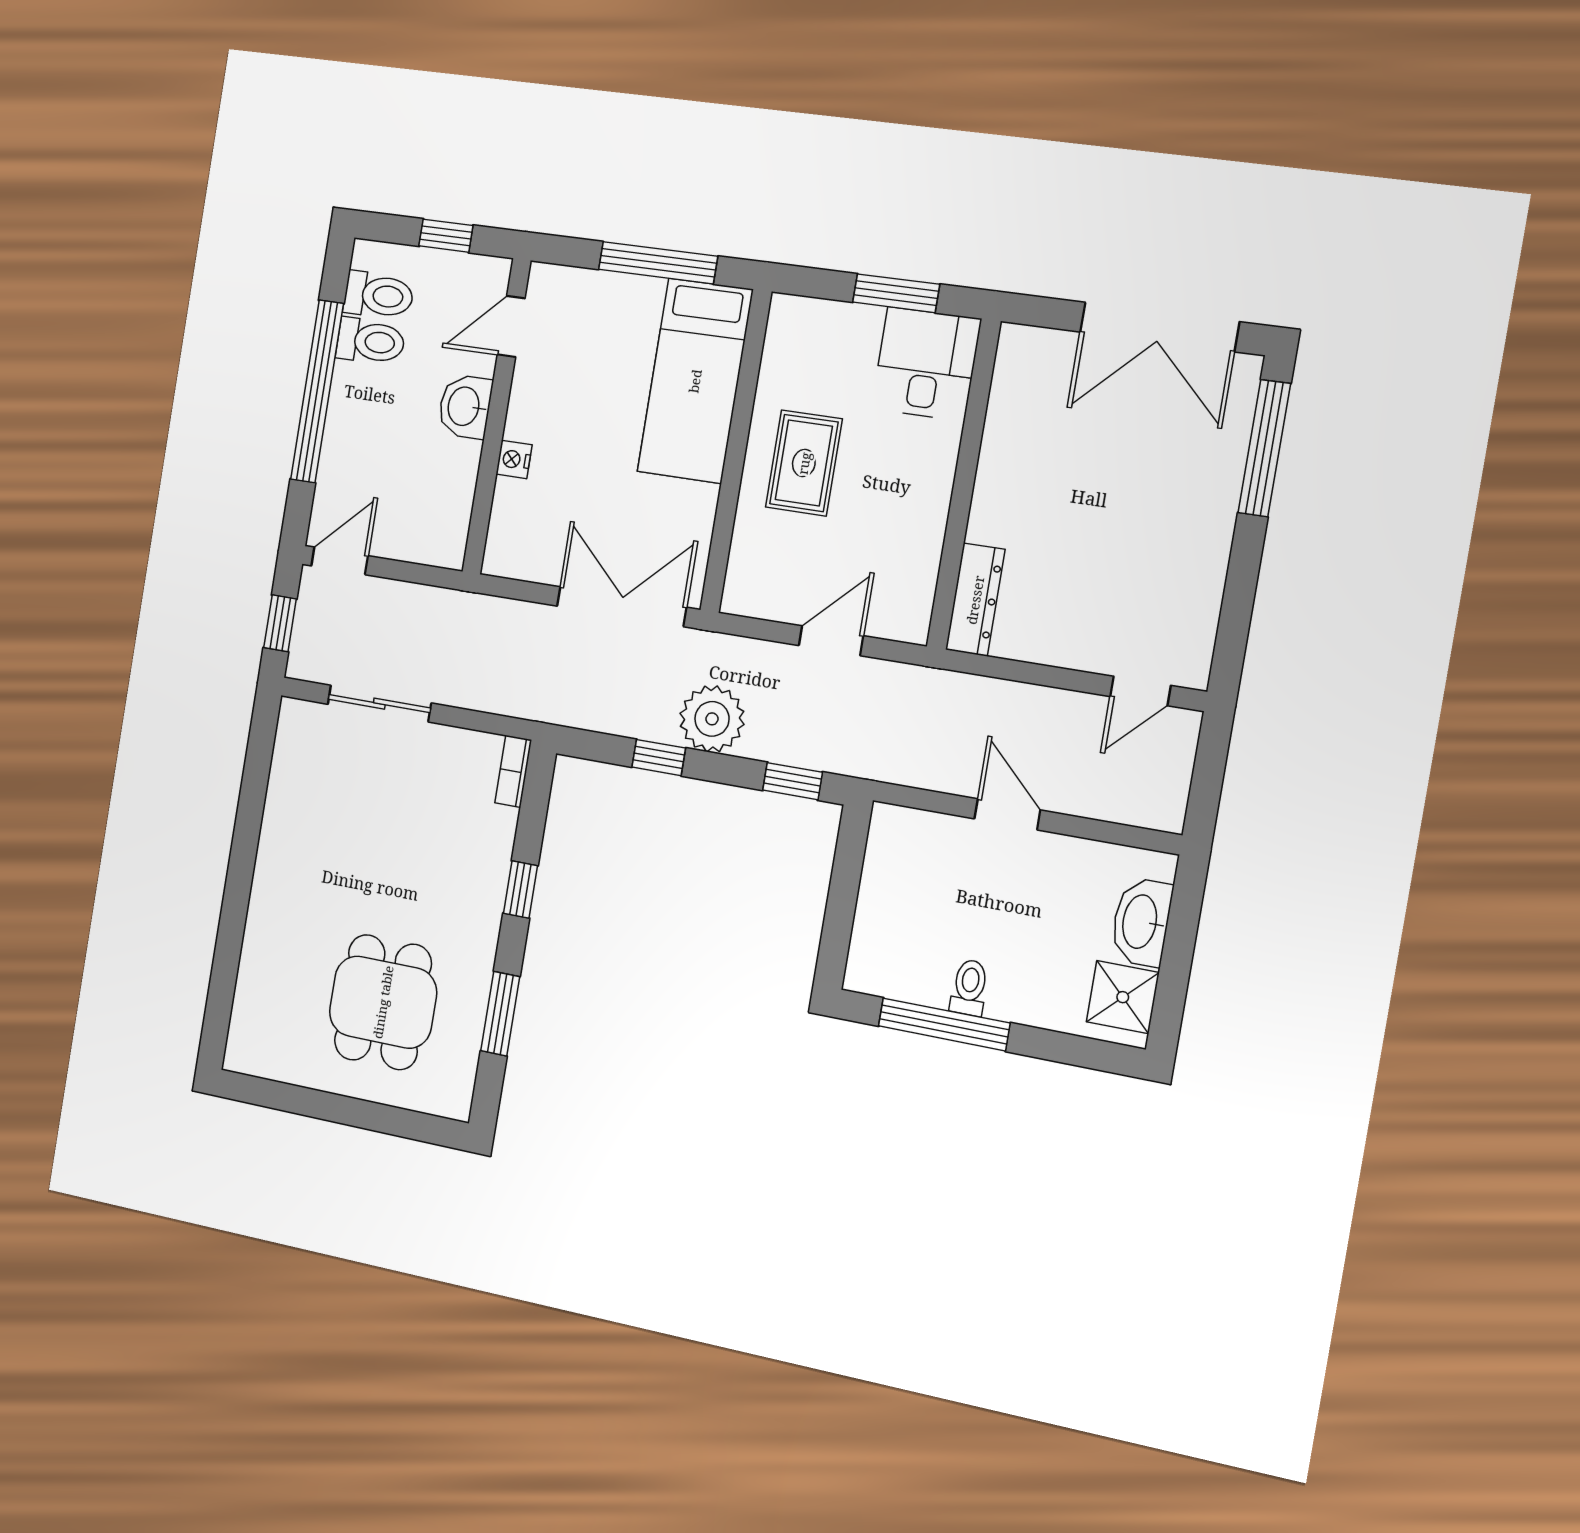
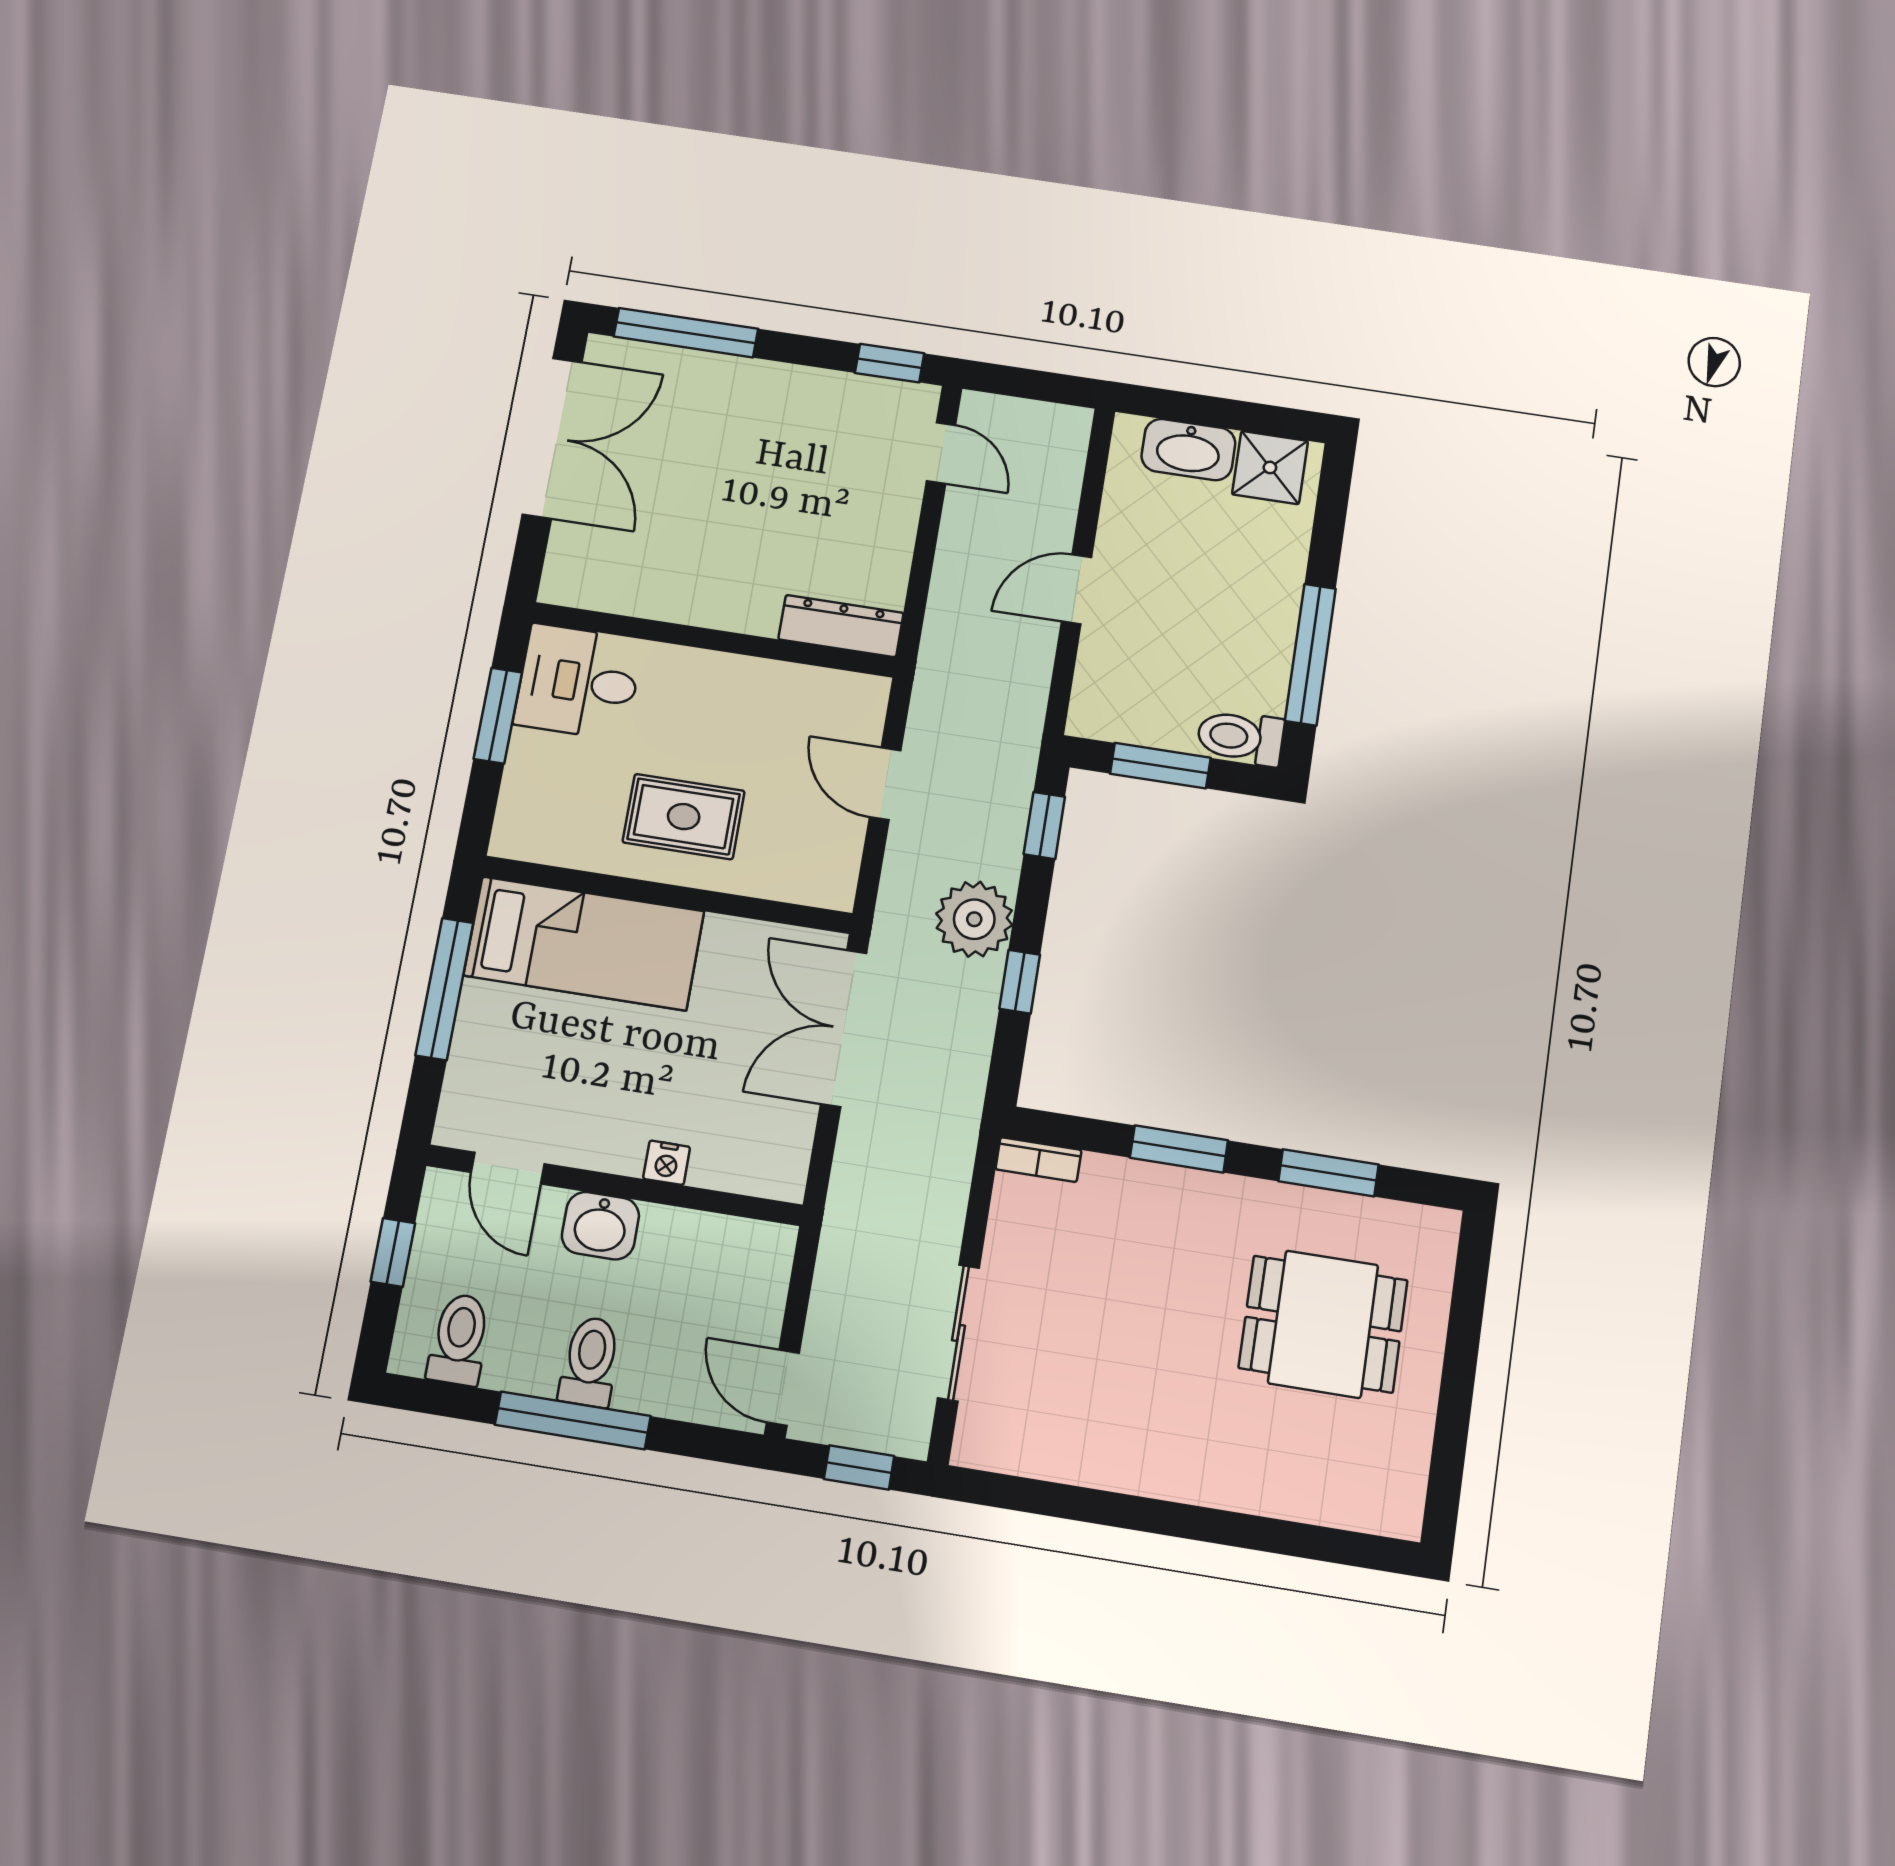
toilet: (371, 341) -> (590, 1362), moved
window: (317, 391) -> (573, 1420), width x0.68
window: (1231, 642) -> (890, 363), added
window: (844, 885) -> (1160, 766), added
window: (520, 889) -> (1179, 1149), width x1.50
toilet: (969, 987) -> (1240, 737), moved, width x1.37, depth x1.39

